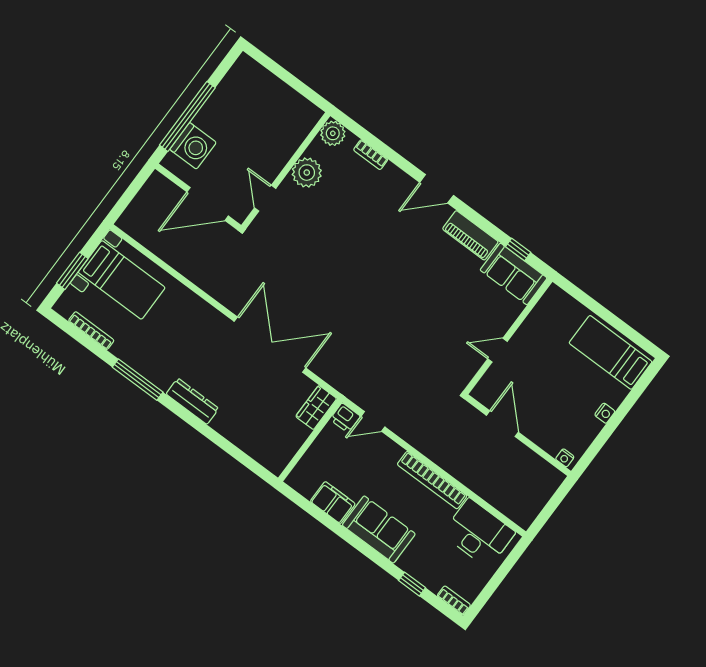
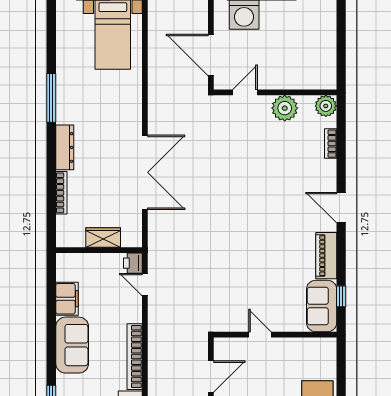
bookcase: (91, 331) -> (61, 193), moved
wardrobe: (316, 408) -> (103, 237), moved

